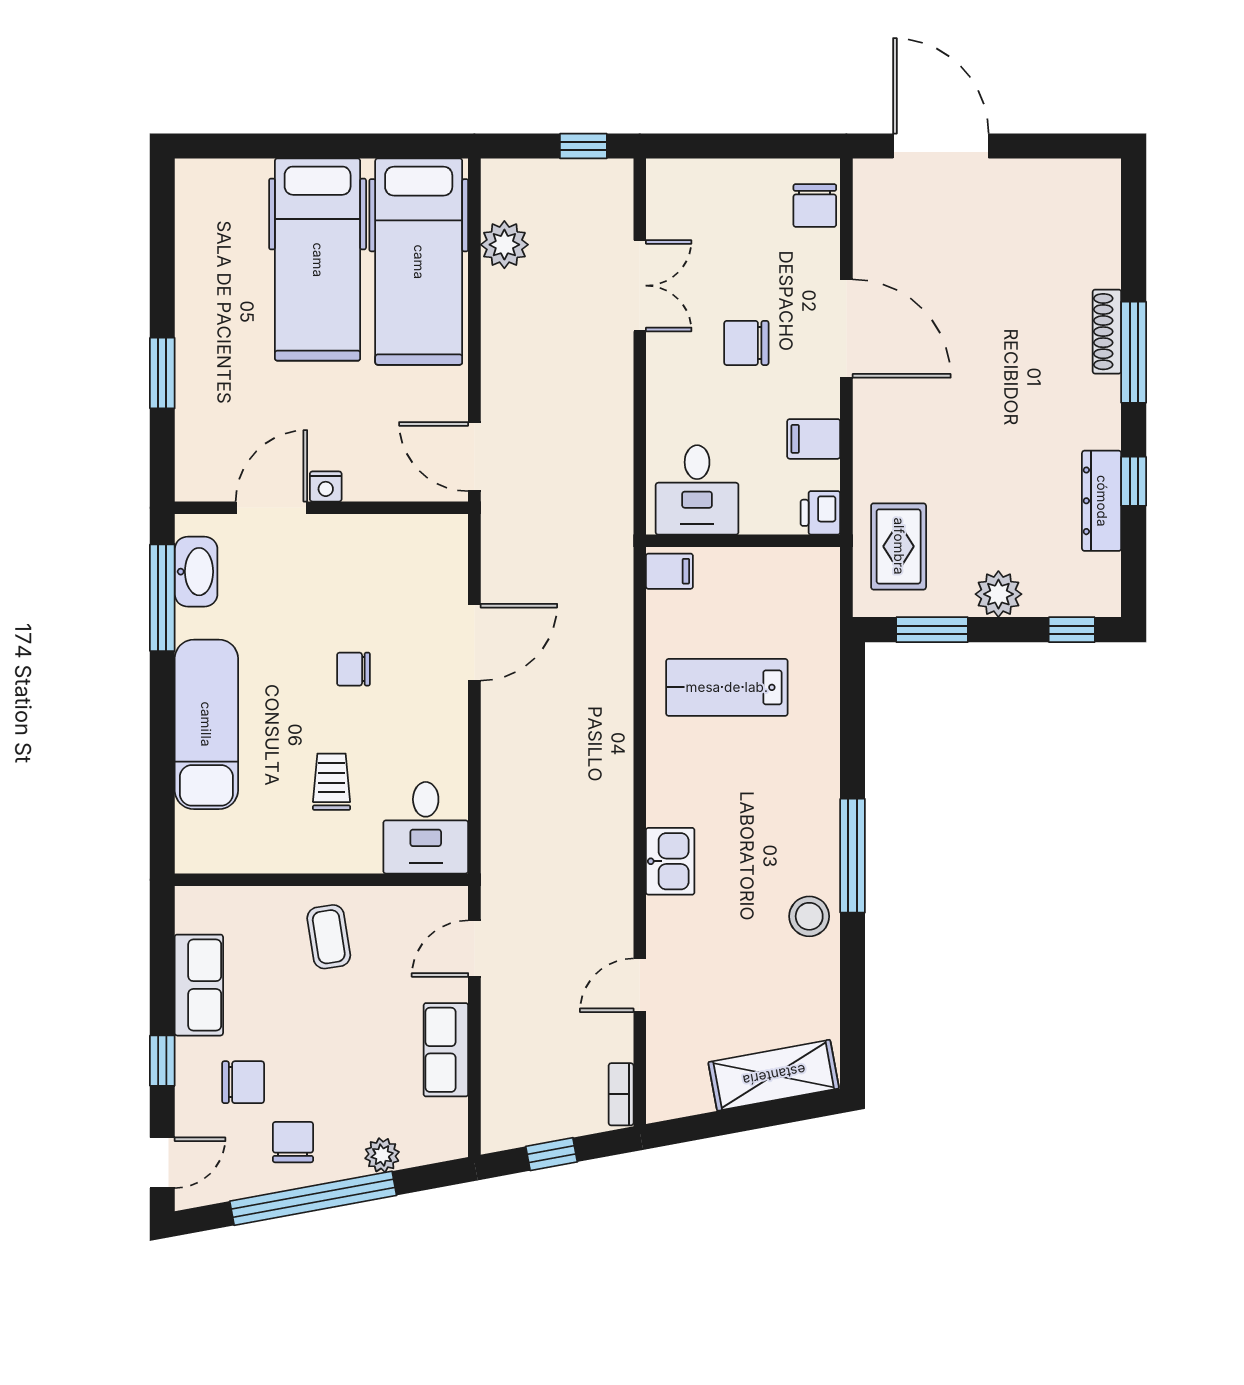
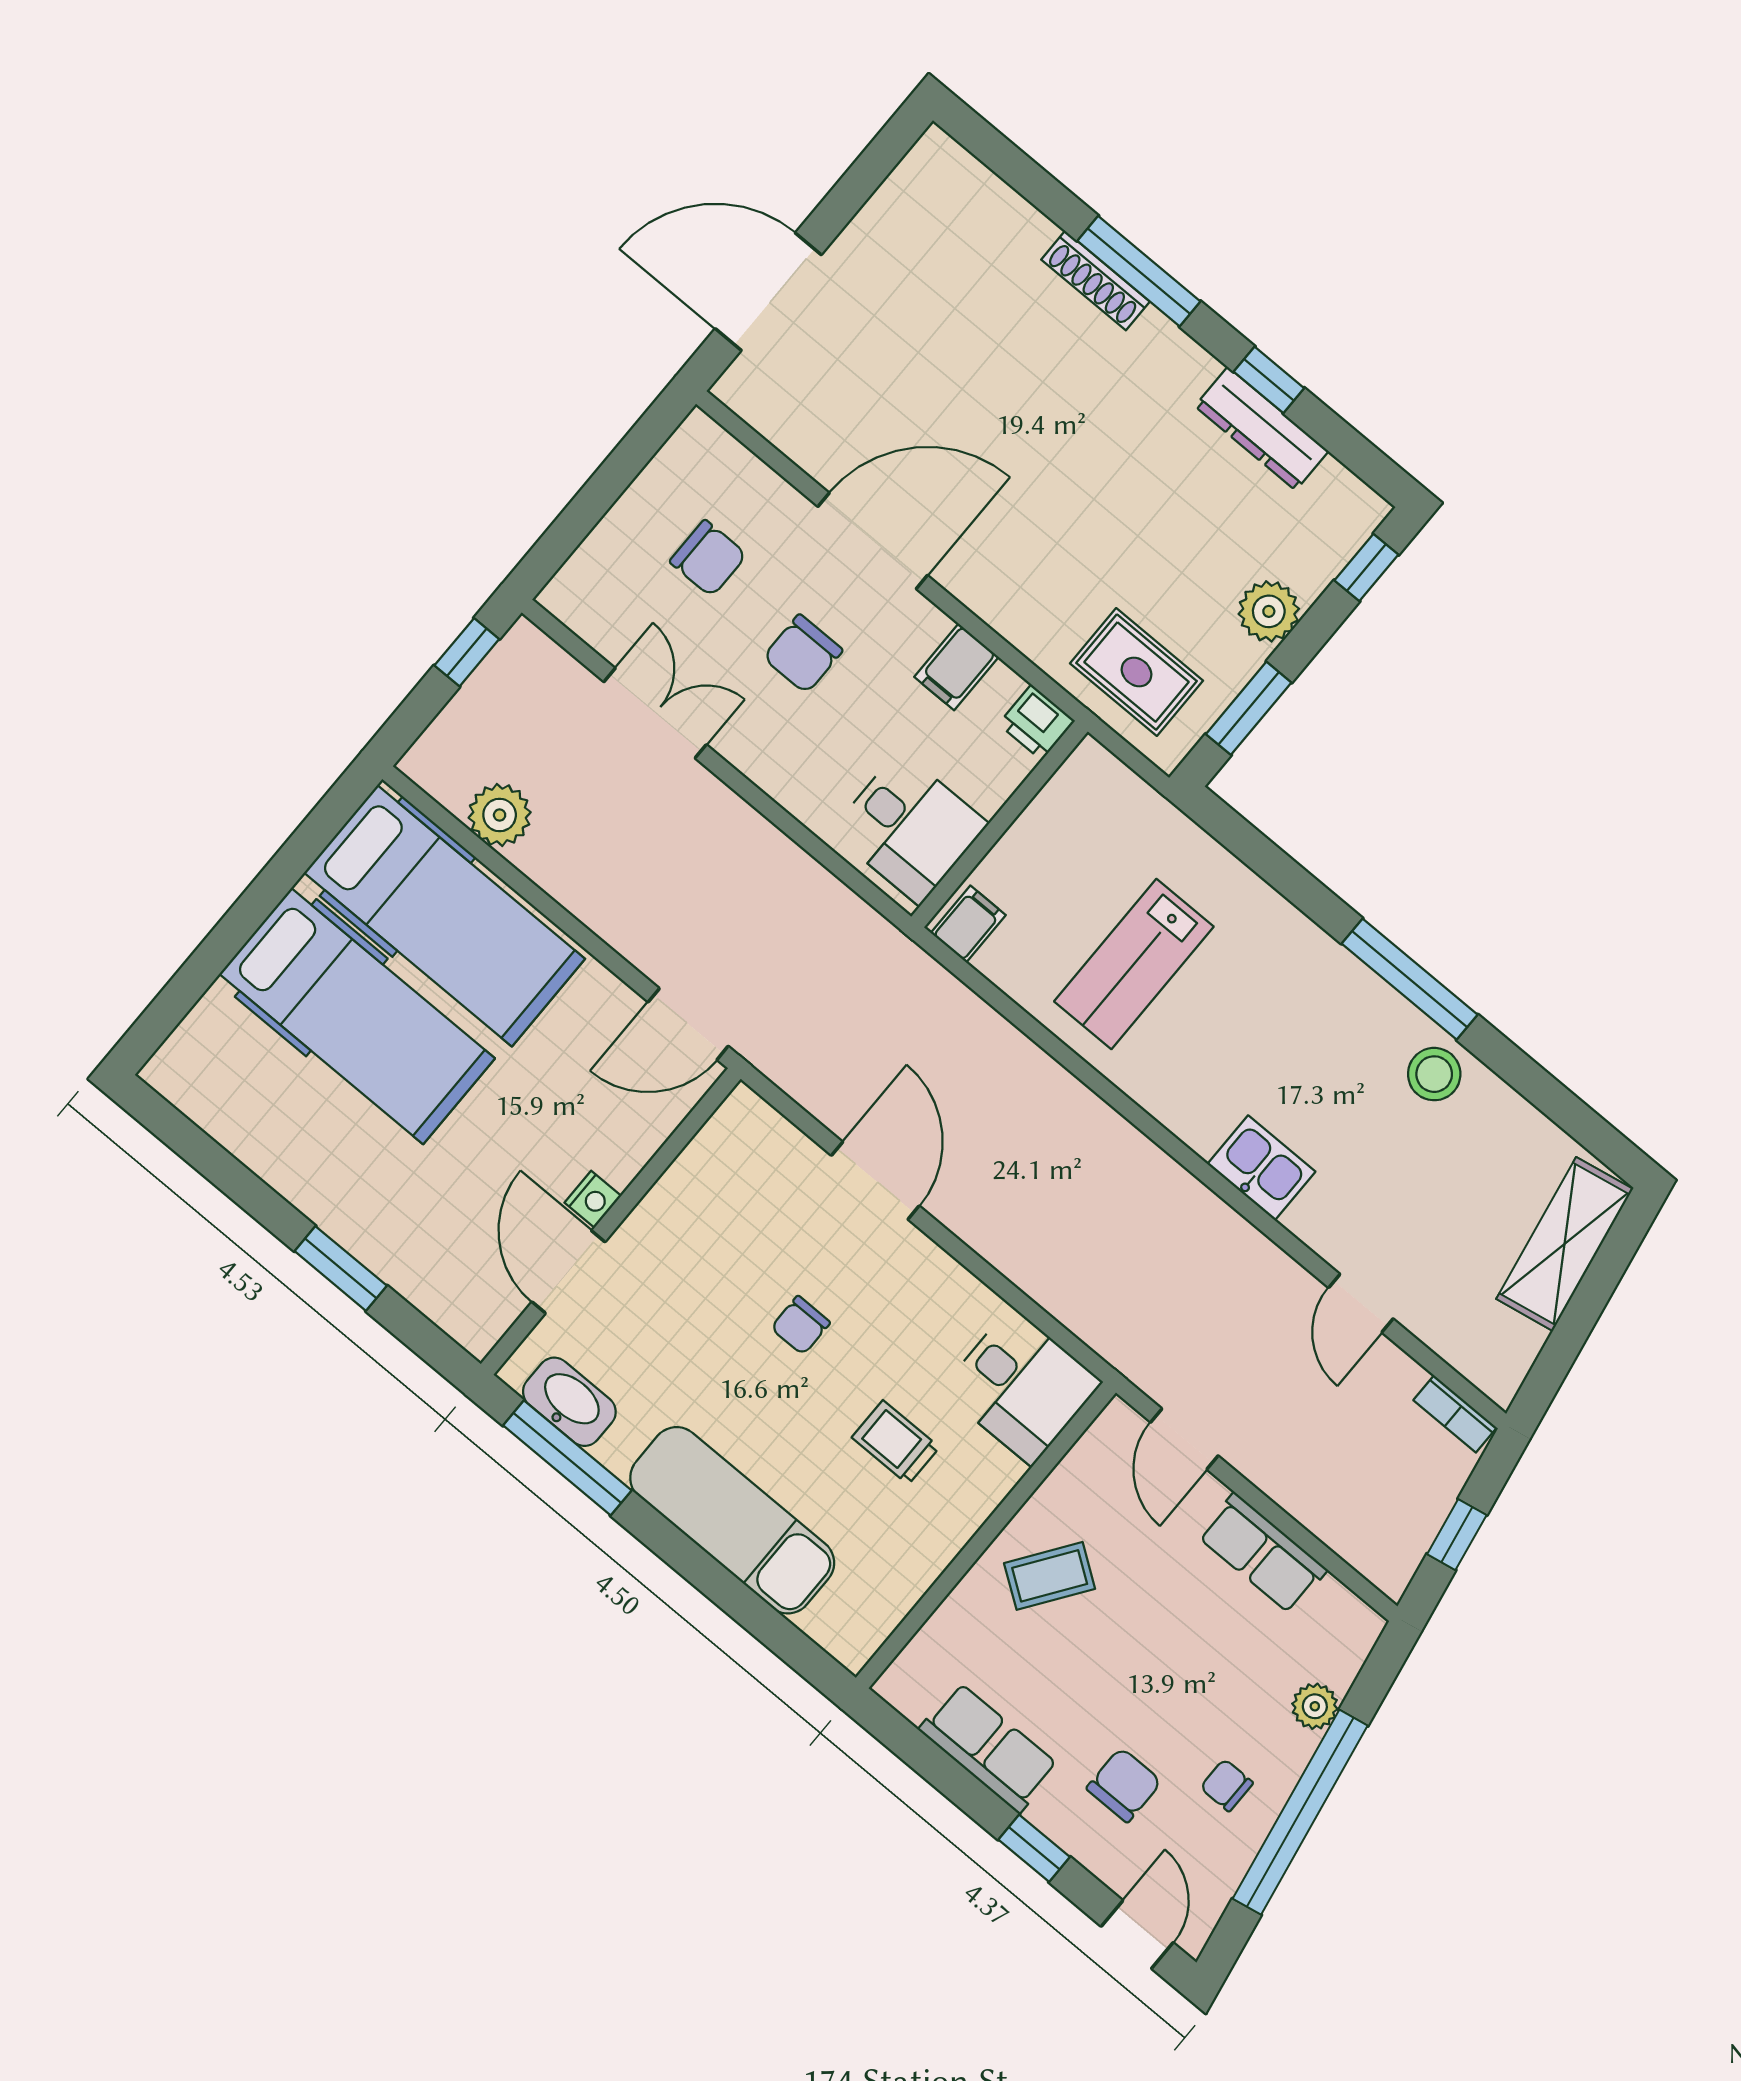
chair: (815, 206) -> (708, 558), moved
coffee table: (329, 937) -> (1050, 1576), turned -46
chair: (293, 1142) -> (1227, 1785), width x0.73, depth x0.73

